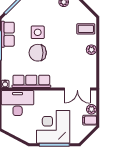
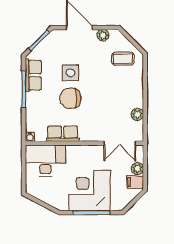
coffee table: (86, 29) -> (123, 59), moved
plant: (91, 50) -> (137, 114), moved
row of seats: (31, 81) -> (63, 134), width x0.68

